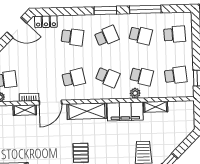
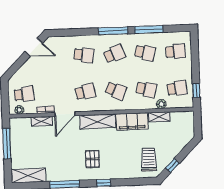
window: (105, 10) -> (113, 31), width x1.44
locker: (46, 22) -> (60, 42), removed
plant: (135, 93) -> (161, 104), moved

